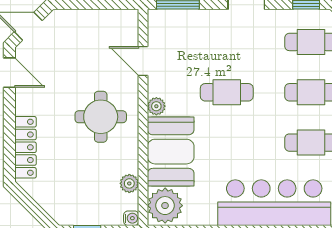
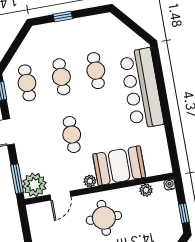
plant: (165, 206) -> (34, 185), moved

